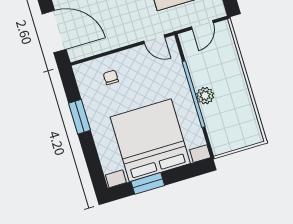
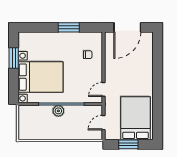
door: (202, 25) -> (104, 123), hinge flipped
bed with nightstands: (150, 140) -> (40, 77), width x0.73

